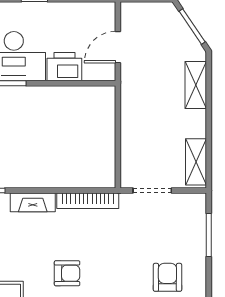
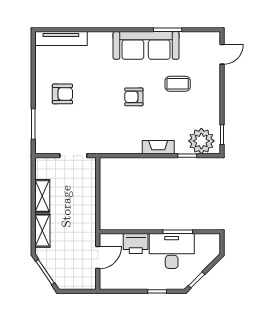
shelving: (196, 162) -> (42, 196), moved
bookcase: (88, 201) -> (119, 148), removed
armchair: (167, 277) -> (62, 94), turned -90

